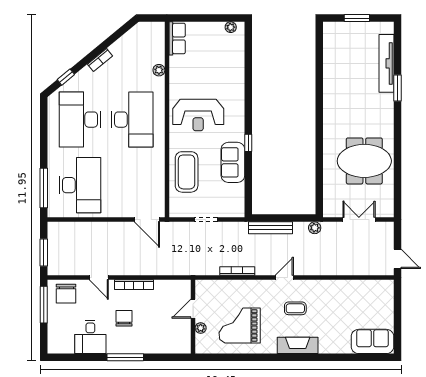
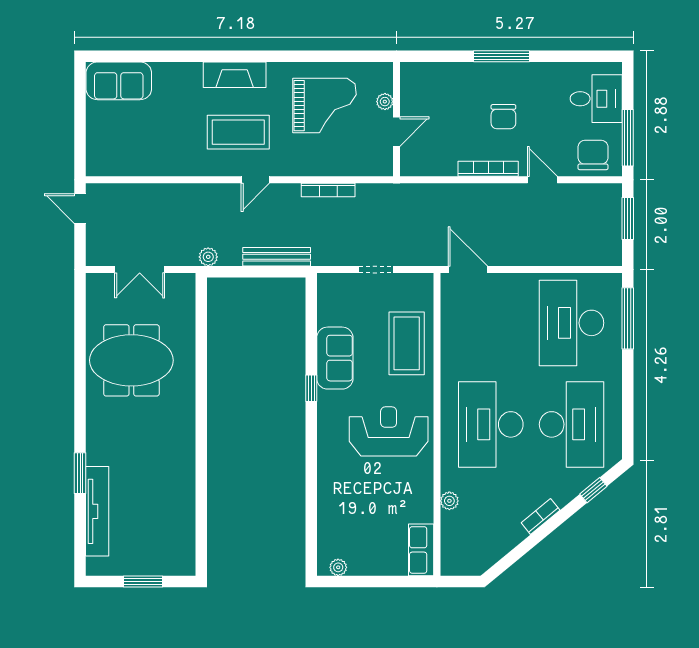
coffee table: (295, 308) -> (238, 132), width x1.86, depth x1.72
desk: (90, 337) -> (596, 99), moved, turned 90

